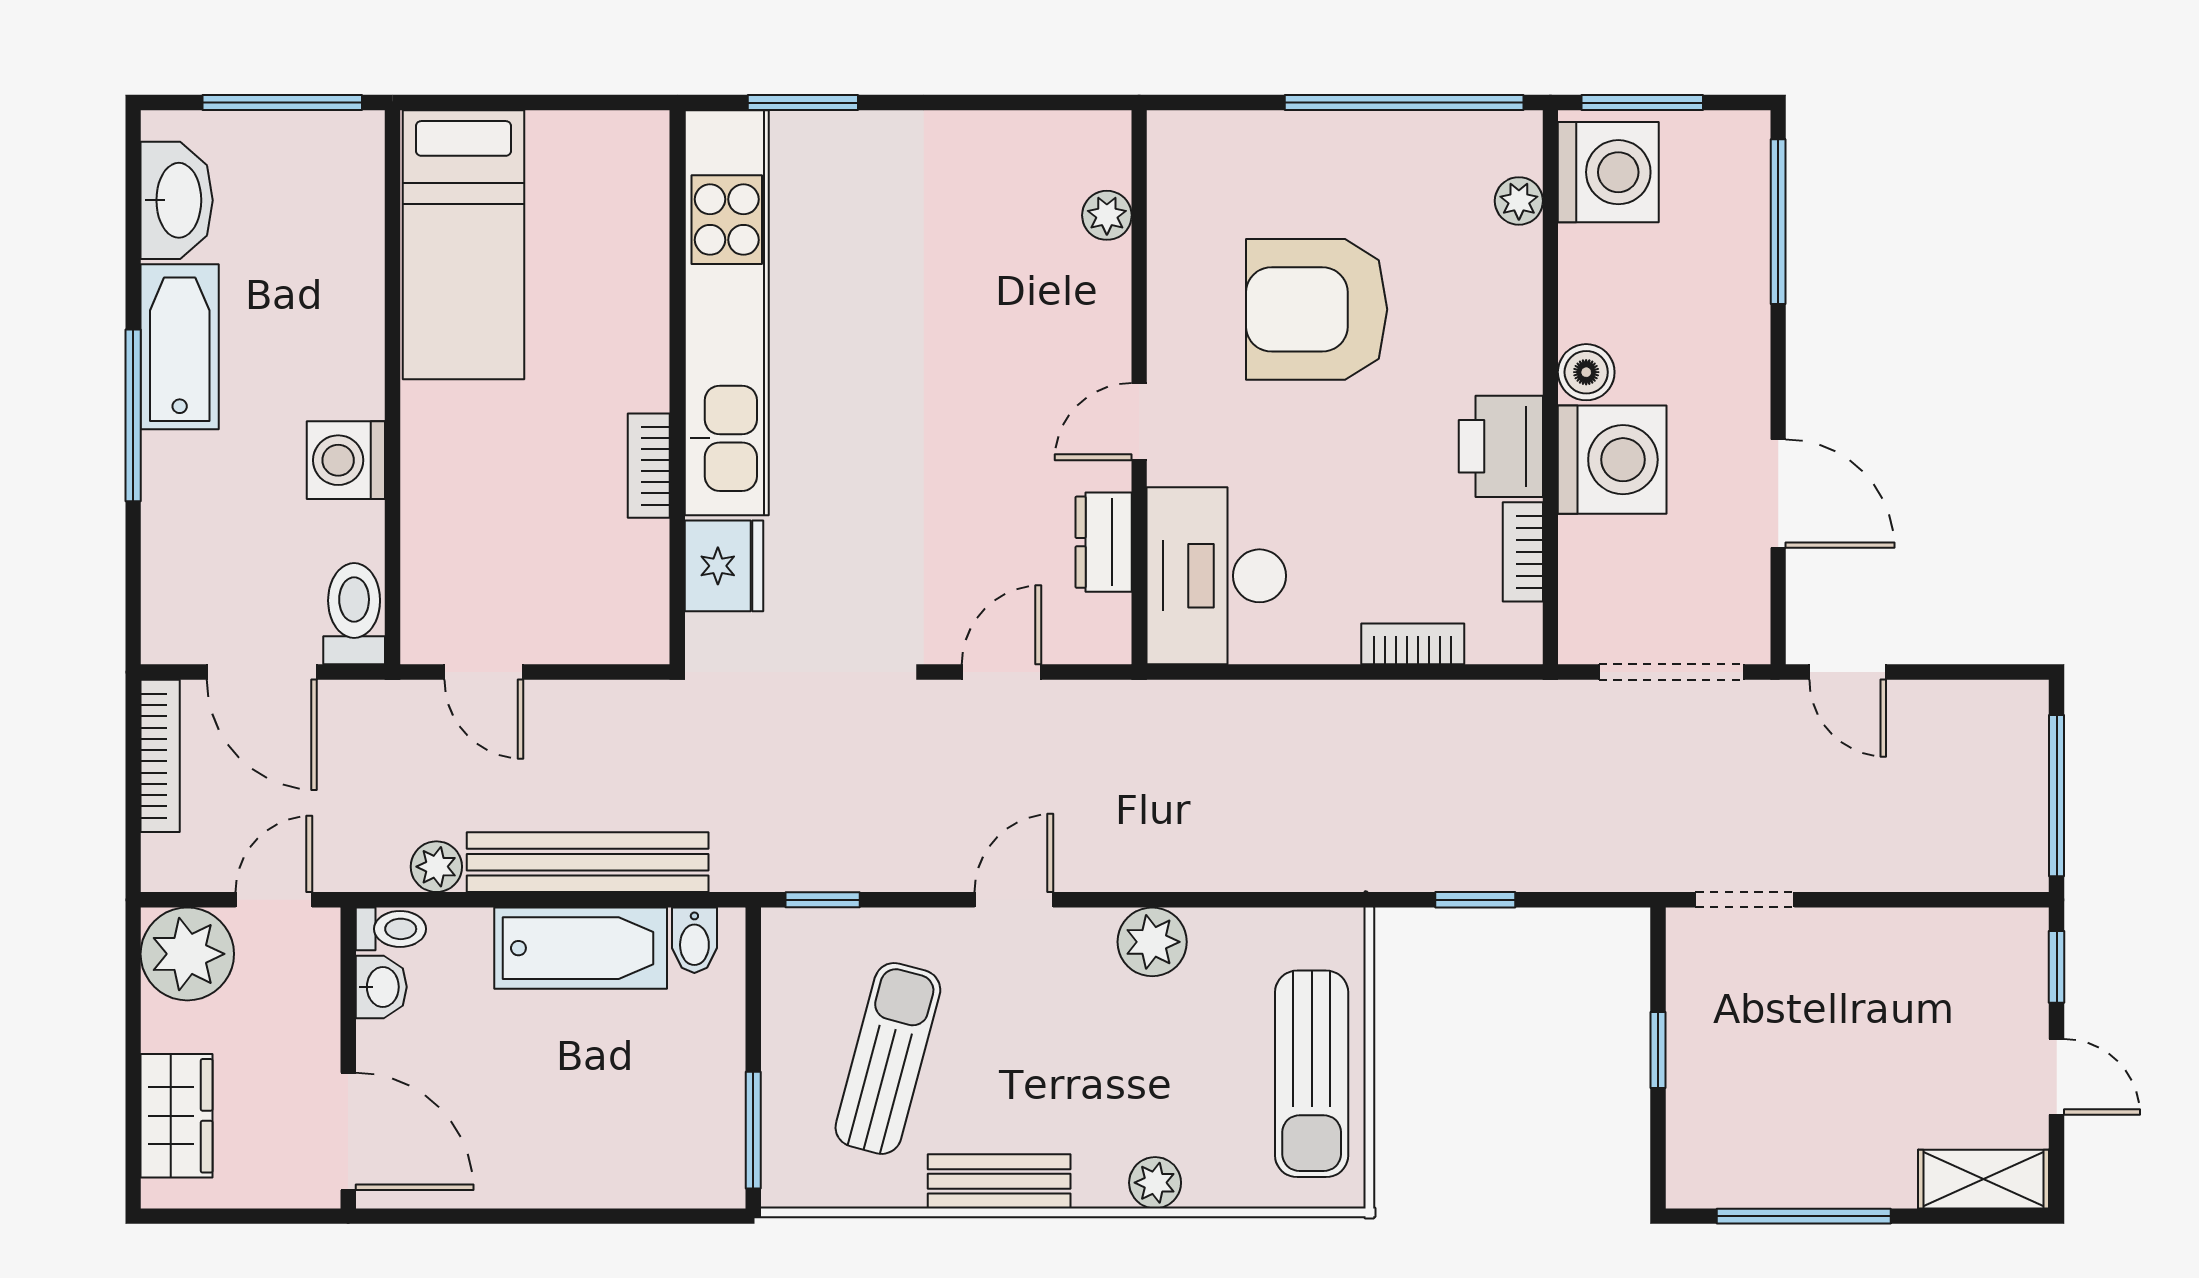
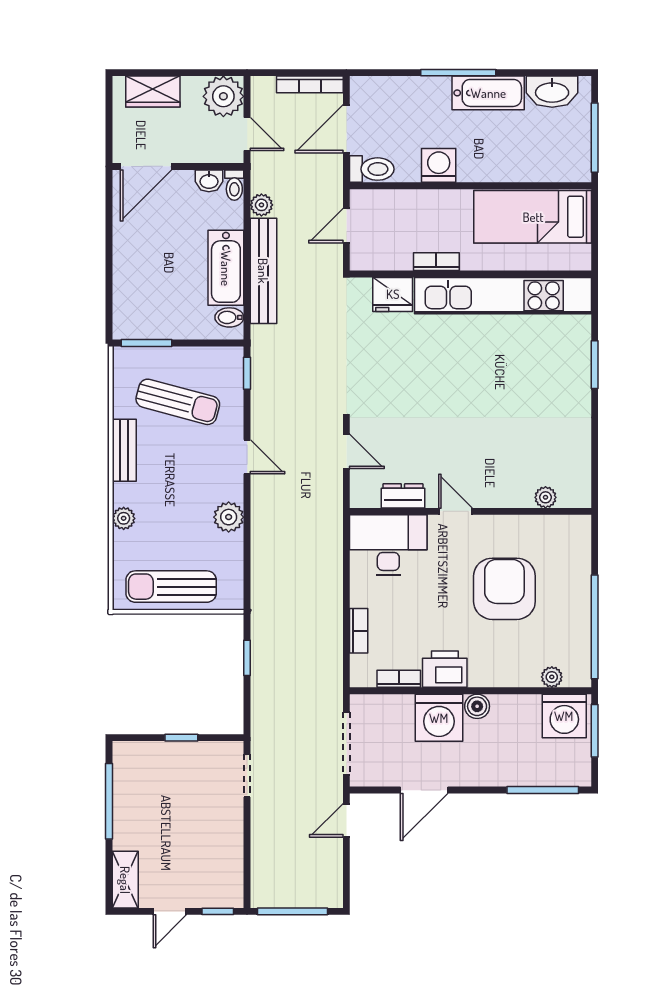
kitchen unit: (727, 313) -> (503, 296), moved
wall: (677, 387) -> (471, 274), moved
bookcase: (649, 466) -> (436, 262), moved
fridge: (724, 566) -> (393, 294), moved

